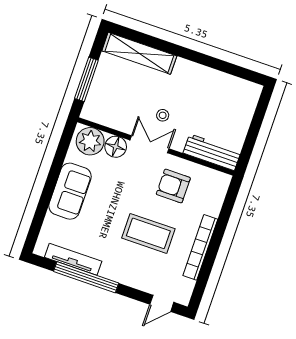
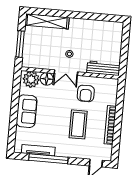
double door: (149, 144) -> (66, 73), swing flipped
armchair: (173, 186) -> (86, 93), turned -90
coffee table: (148, 233) -> (78, 124), turned 90

